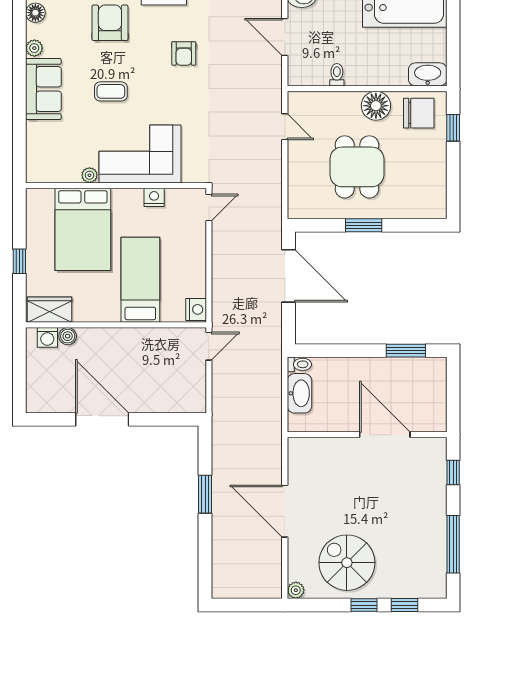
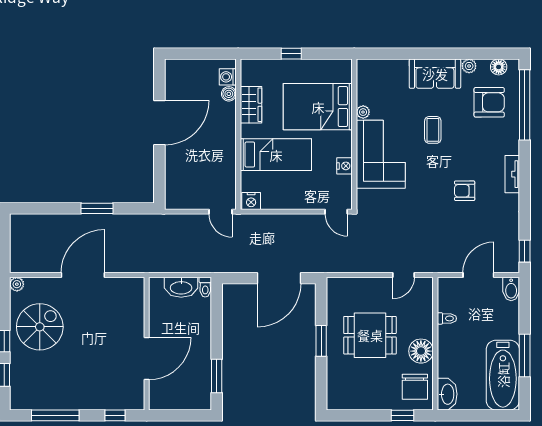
armchair: (110, 23) -> (489, 102), moved
wardrobe: (50, 310) -> (251, 105), moved

